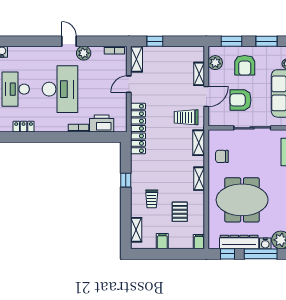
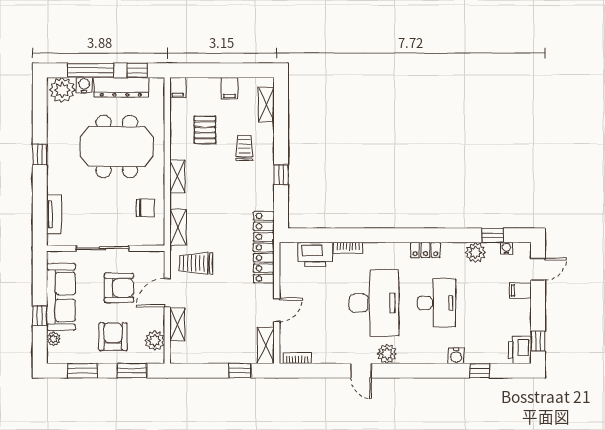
plant: (84, 53) -> (387, 354), moved
desk: (60, 89) -> (374, 303), turned 180
trolley: (186, 117) -> (196, 263), turned 180

